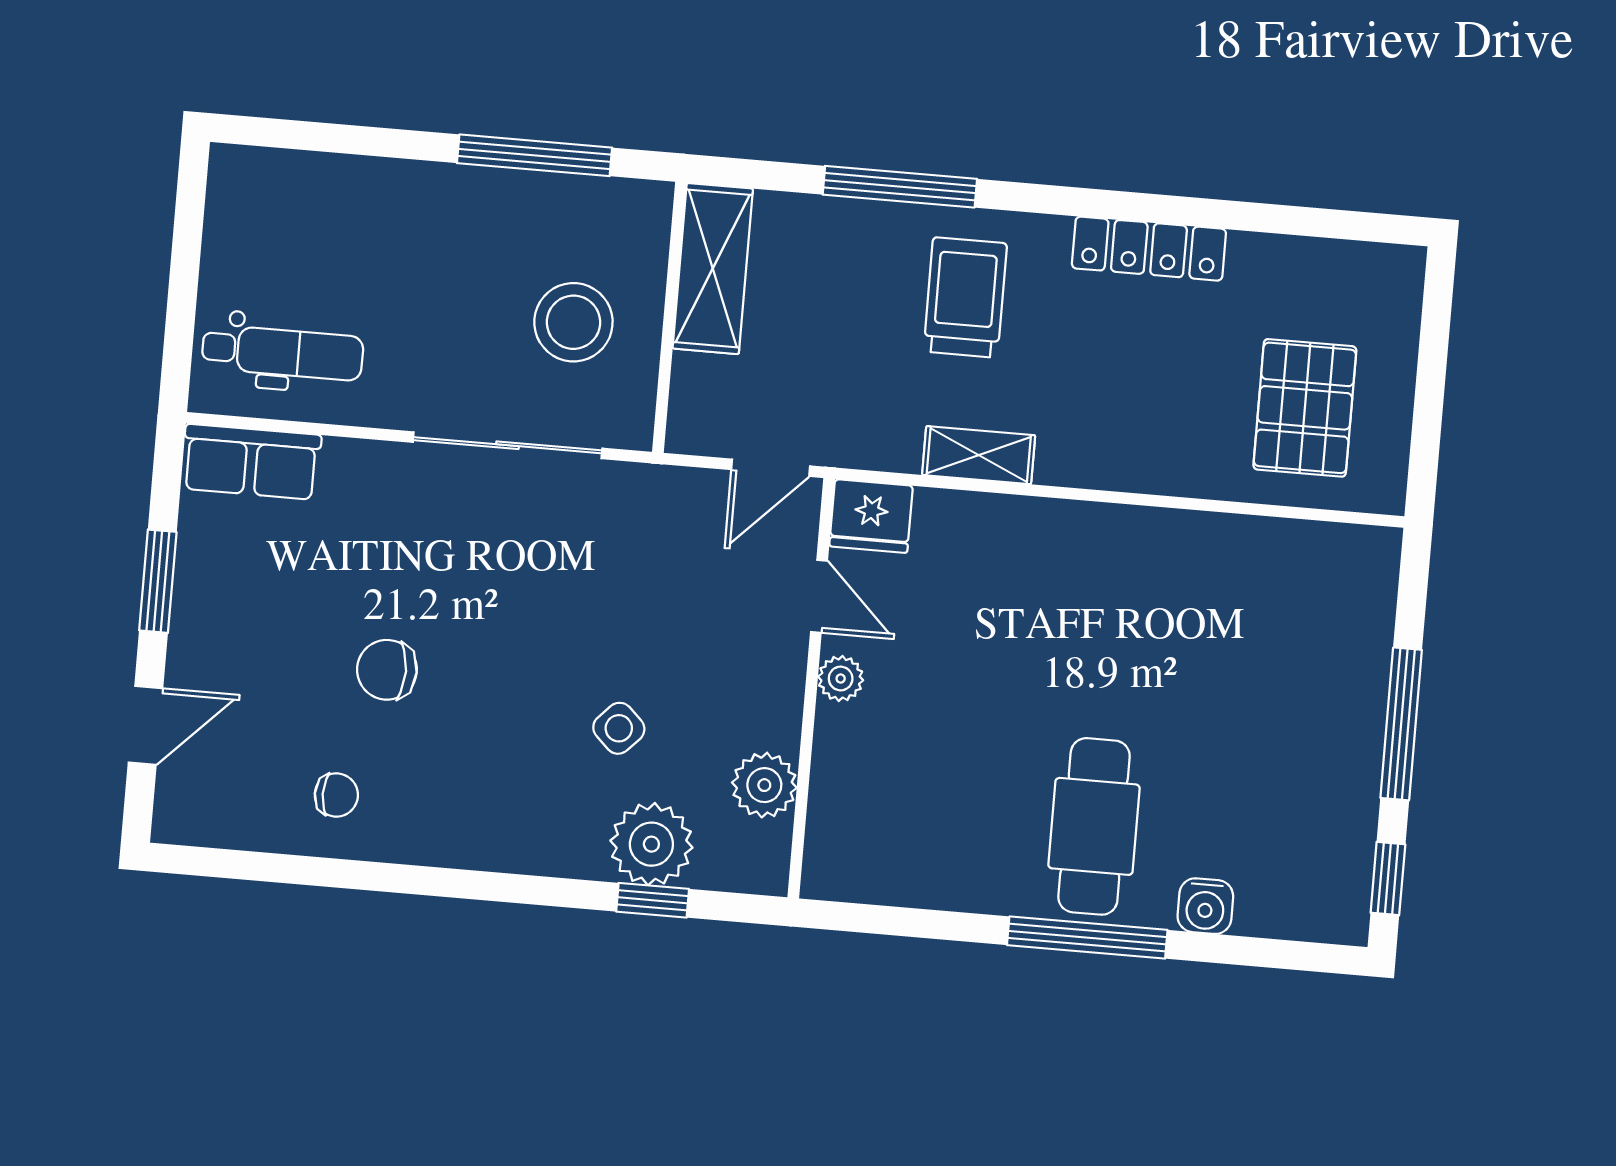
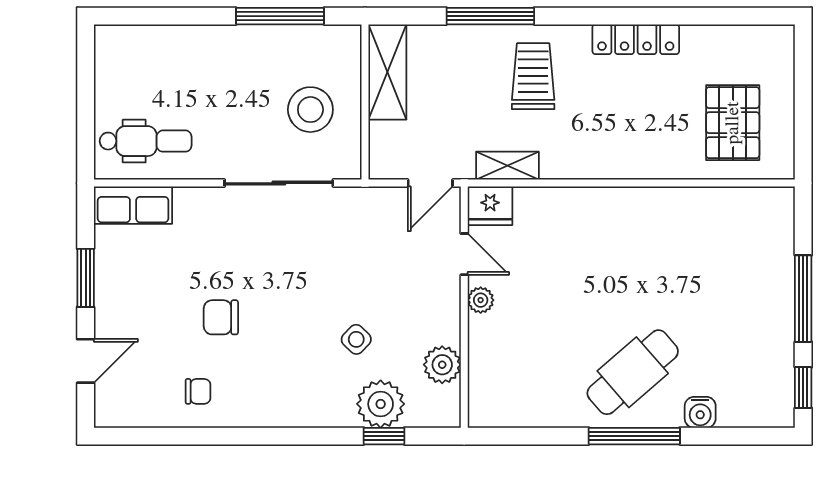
shelving: (979, 455) -> (507, 166), moved
cafe table: (1094, 826) -> (633, 372), turned 49

